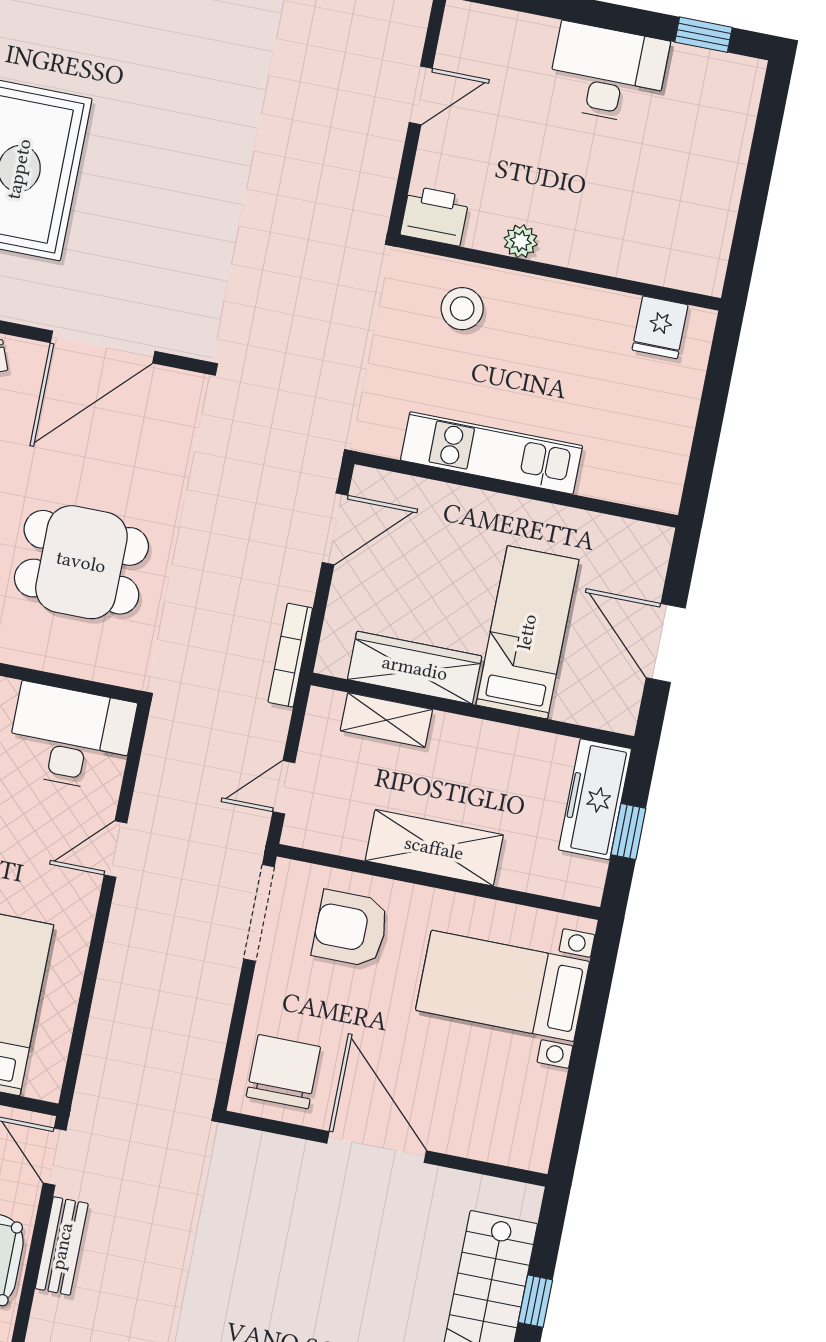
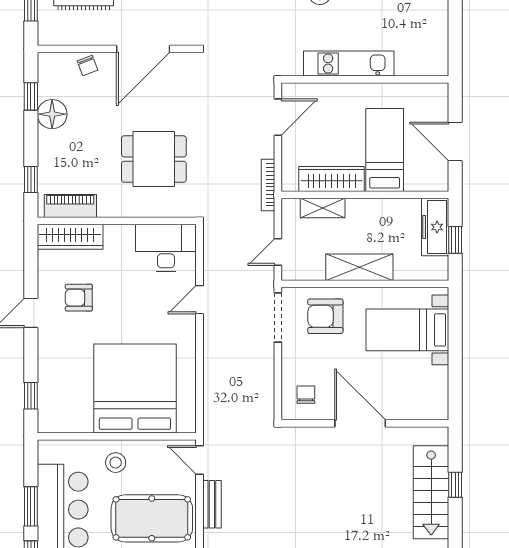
chair: (283, 1072) -> (306, 395), width x0.54, depth x0.54

